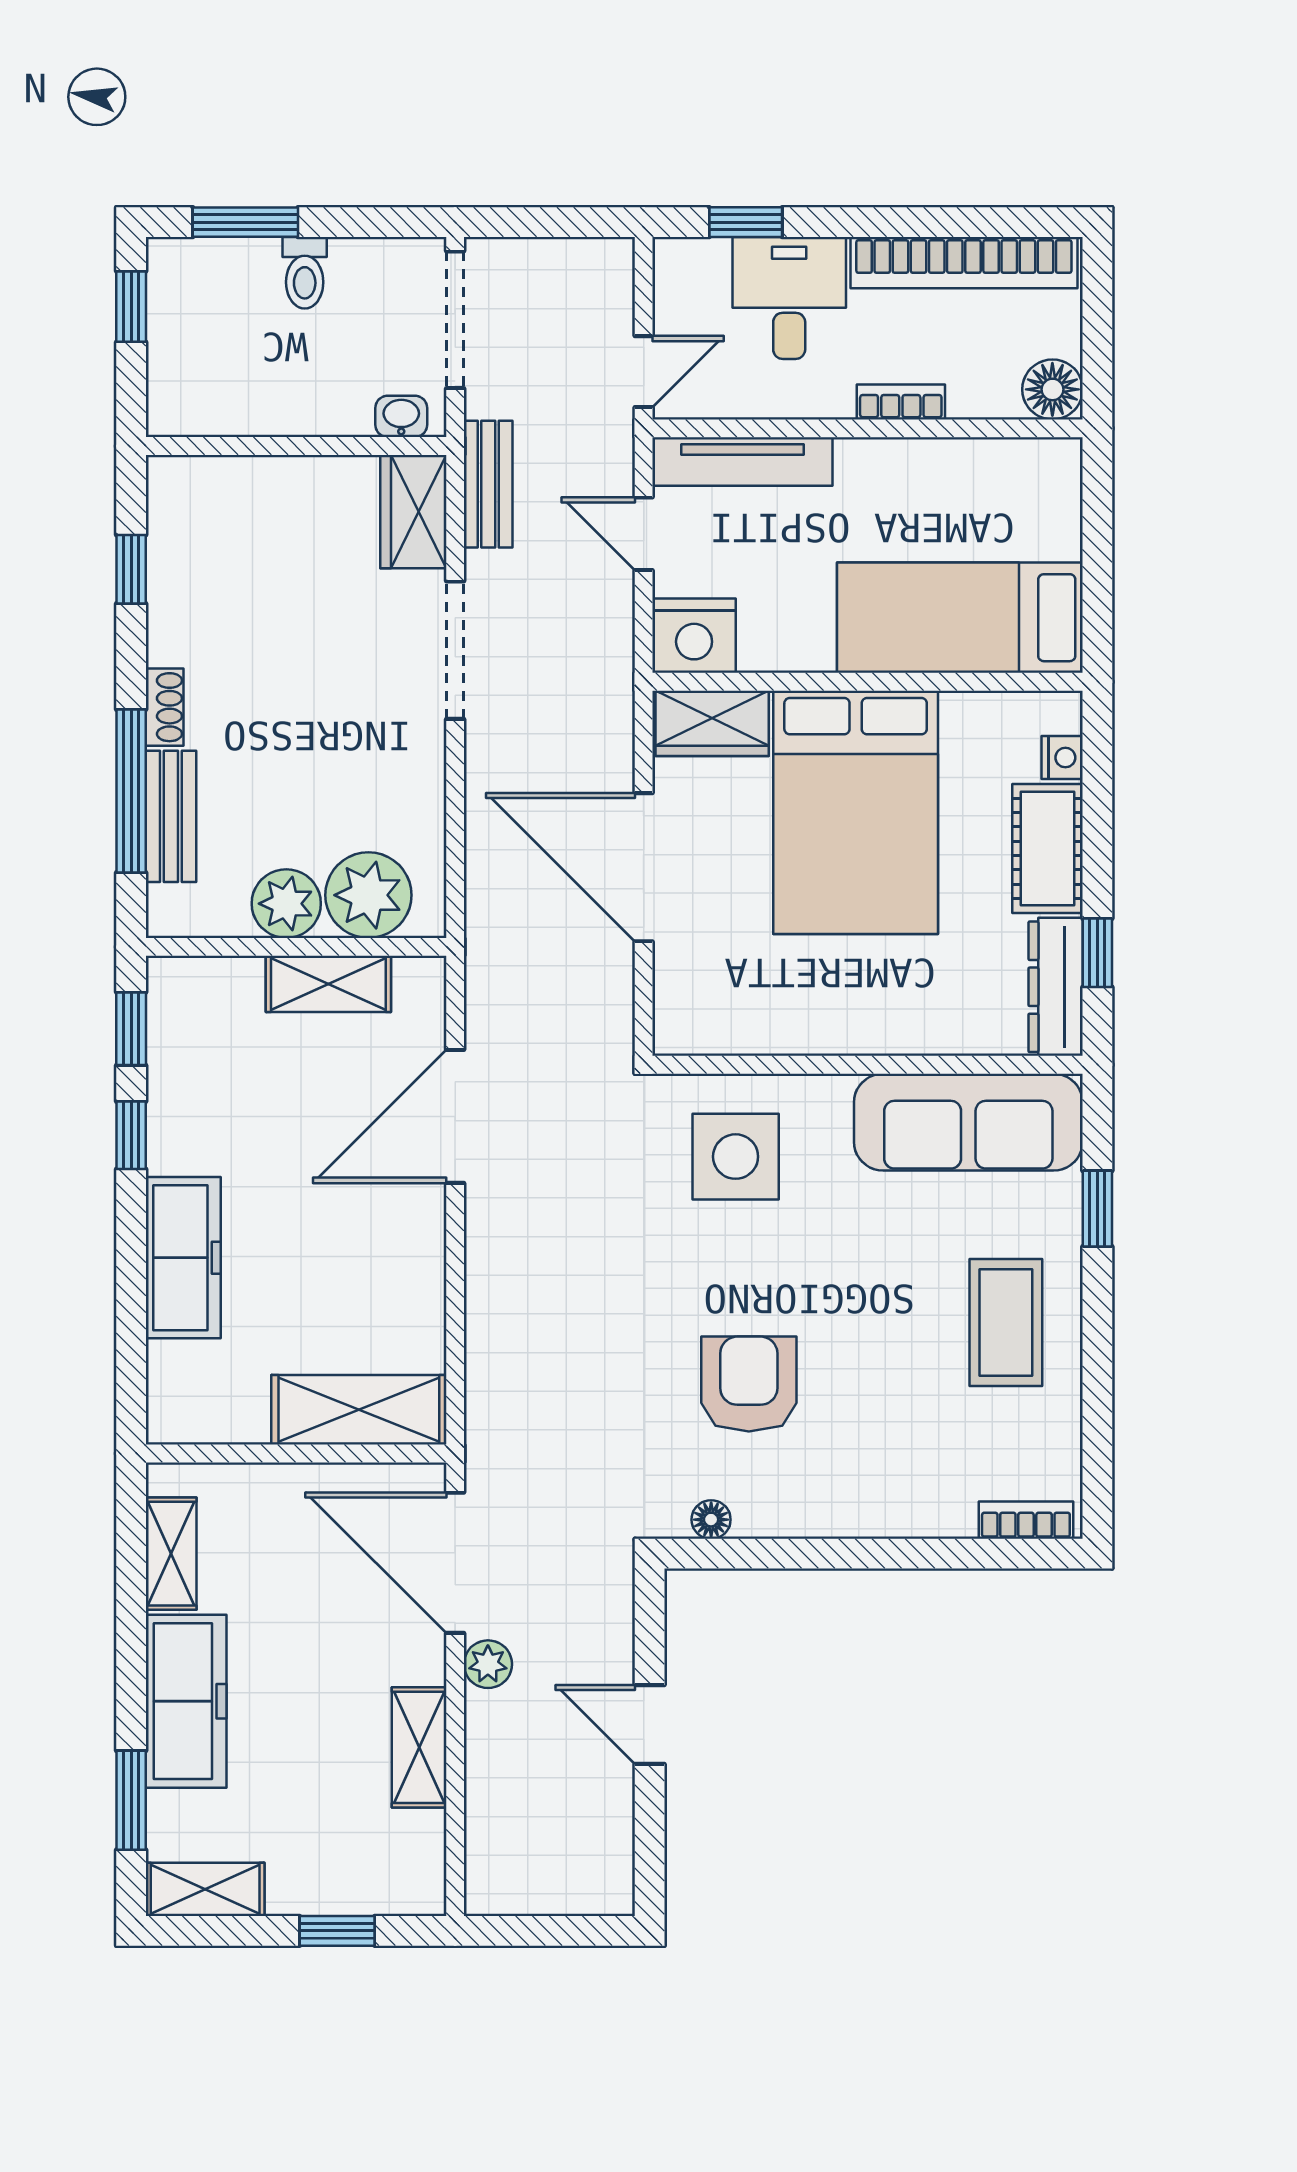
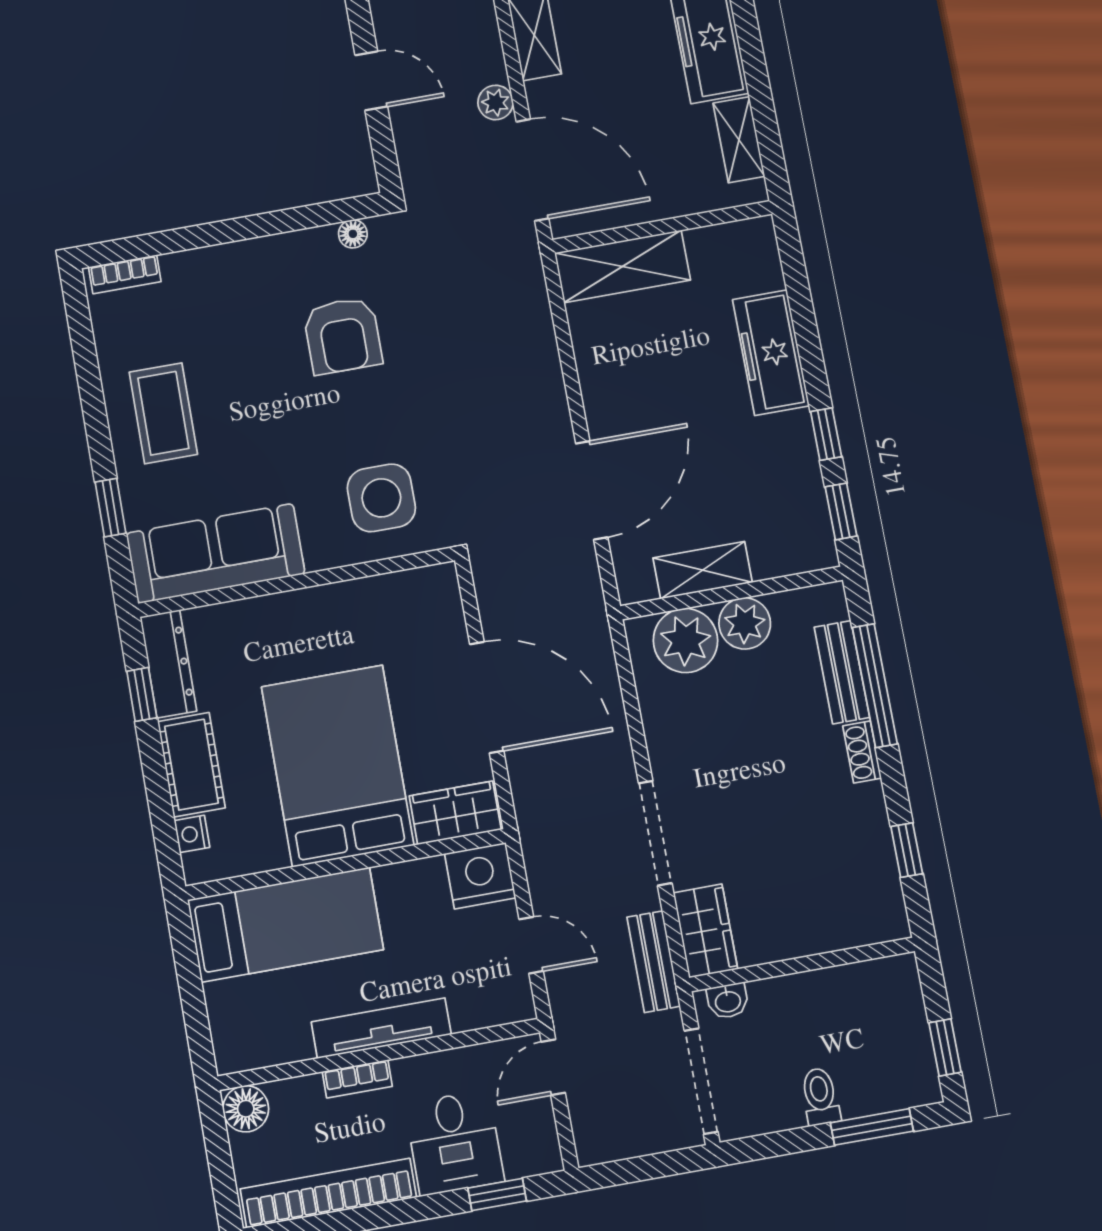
tv unit: (742, 462) -> (381, 1028), moved

